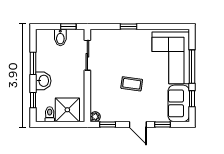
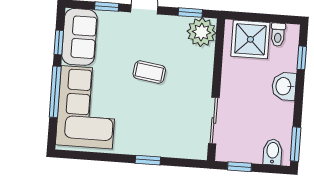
bidet: (60, 37) -> (273, 152), moved
window: (33, 63) -> (296, 144), moved
plant: (95, 117) -> (201, 32), width x1.87, depth x1.87

